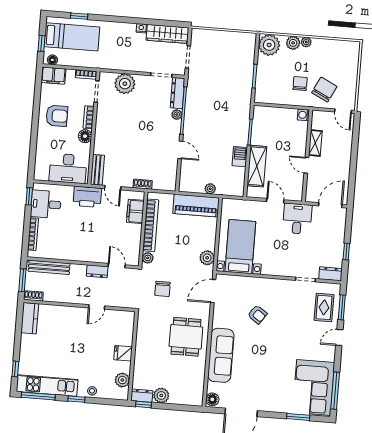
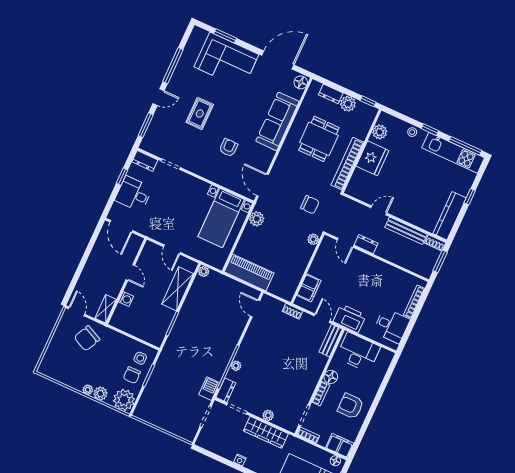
wardrobe: (167, 34) -> (266, 432), moved, turned 180
plant: (125, 84) -> (268, 415), width x0.53, depth x0.53
chair: (300, 84) -> (132, 375), moved
side table: (268, 89) -> (140, 358), added
dresser: (178, 93) -> (226, 390), width x0.70
washing machine: (303, 115) -> (126, 299), moved
shelving: (315, 143) -> (106, 309), moved
door: (180, 150) -> (255, 308), moved
barbecue: (240, 157) -> (209, 389), moved, turned 180
plant: (210, 189) -> (204, 271), moved
window: (29, 196) -> (405, 339), removed
door: (330, 205) -> (121, 226), hinge flipped
desk: (297, 219) -> (134, 194), moved, turned 90
bookcase: (151, 225) -> (347, 164), moved
bench: (49, 267) -> (406, 231), moved
chair: (163, 289) -> (310, 205), turned 90
door: (213, 291) -> (262, 185), swing flipped
rug: (324, 307) -> (200, 113), moved
armchair: (257, 314) -> (228, 148), turned 55
kitchen counter: (30, 318) -> (450, 216), width x1.50
dining table: (186, 337) -> (319, 139), moved
fridge: (123, 353) -> (372, 158), width x1.88, depth x1.34
window: (15, 369) -> (470, 197), moved
corner sofa: (314, 388) -> (226, 61), moved, turned 90
window: (335, 391) -> (173, 66), moved
dresser: (142, 396) -> (331, 94), moved

